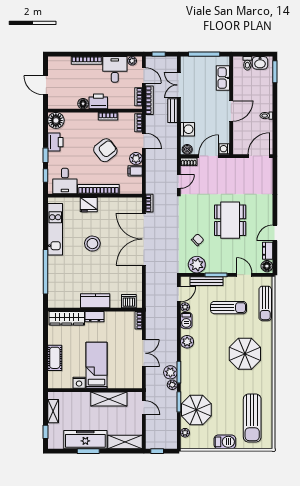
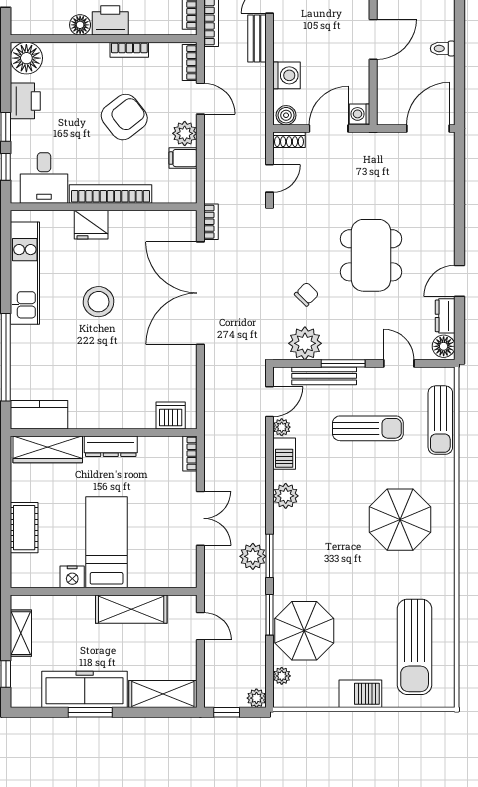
kitchen counter: (95, 301) -> (39, 415), moved
dresser: (95, 317) -> (111, 446), width x1.44
plant: (172, 385) -> (256, 698), moved

